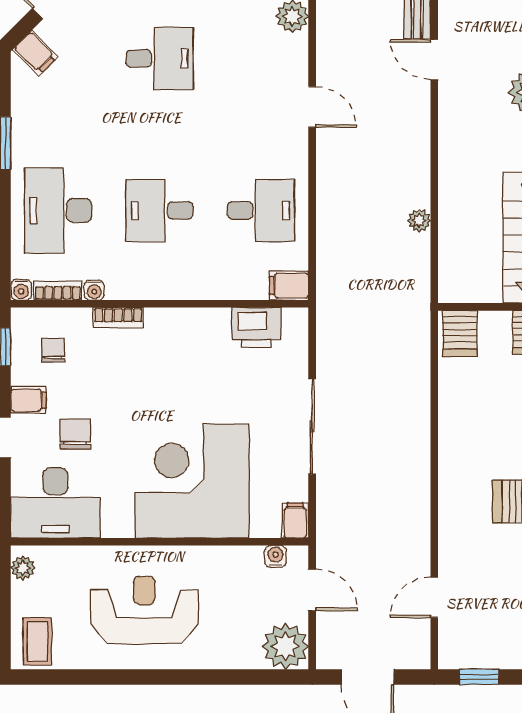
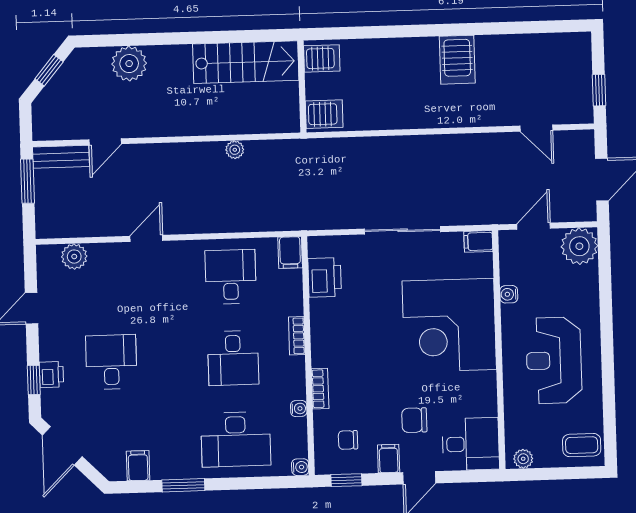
filing cabinet: (35, 53) -> (138, 466), moved, turned -45
bookcase: (58, 291) -> (297, 336), moved
desk: (55, 503) -> (471, 444), width x0.73
water cooler: (276, 556) -> (509, 294), moved

